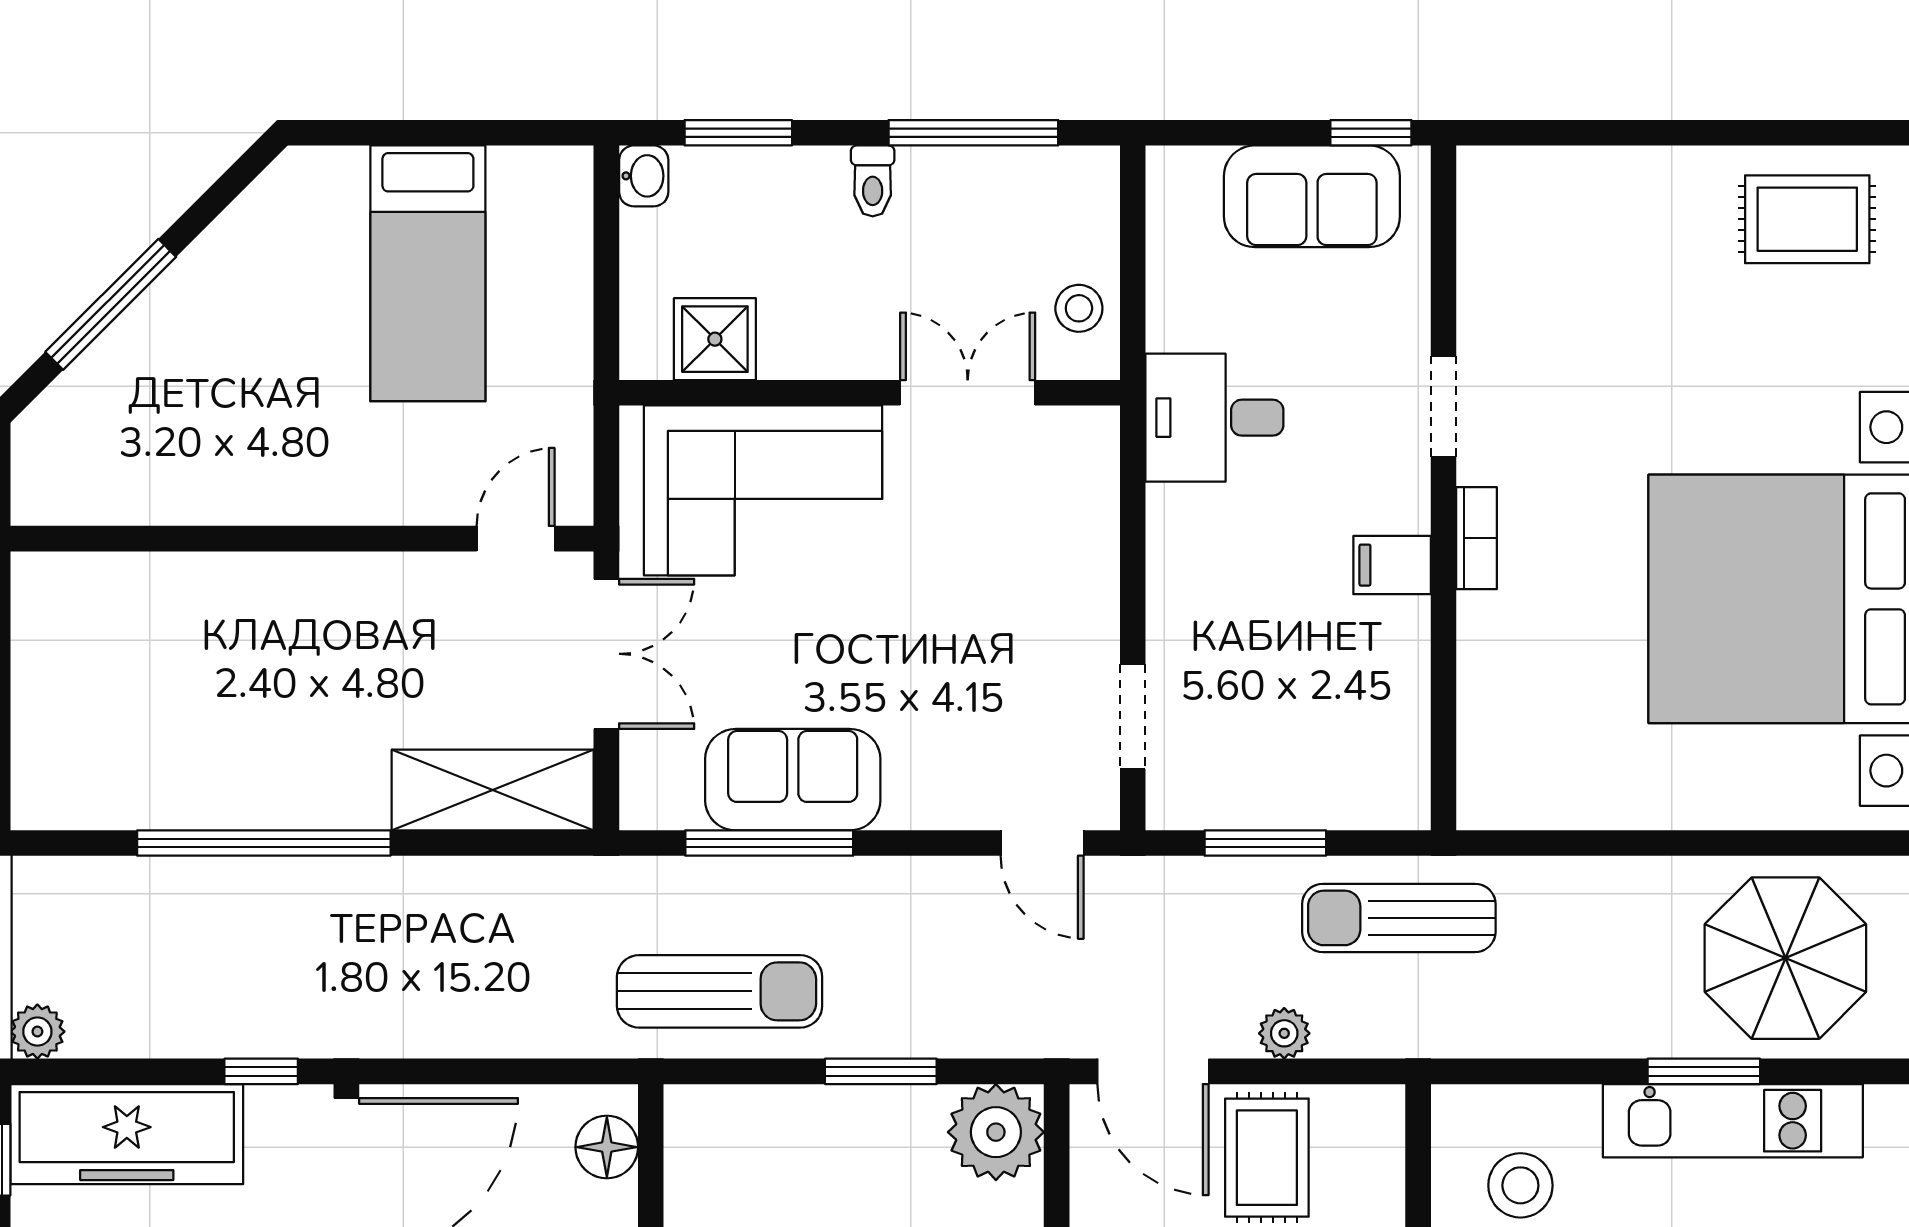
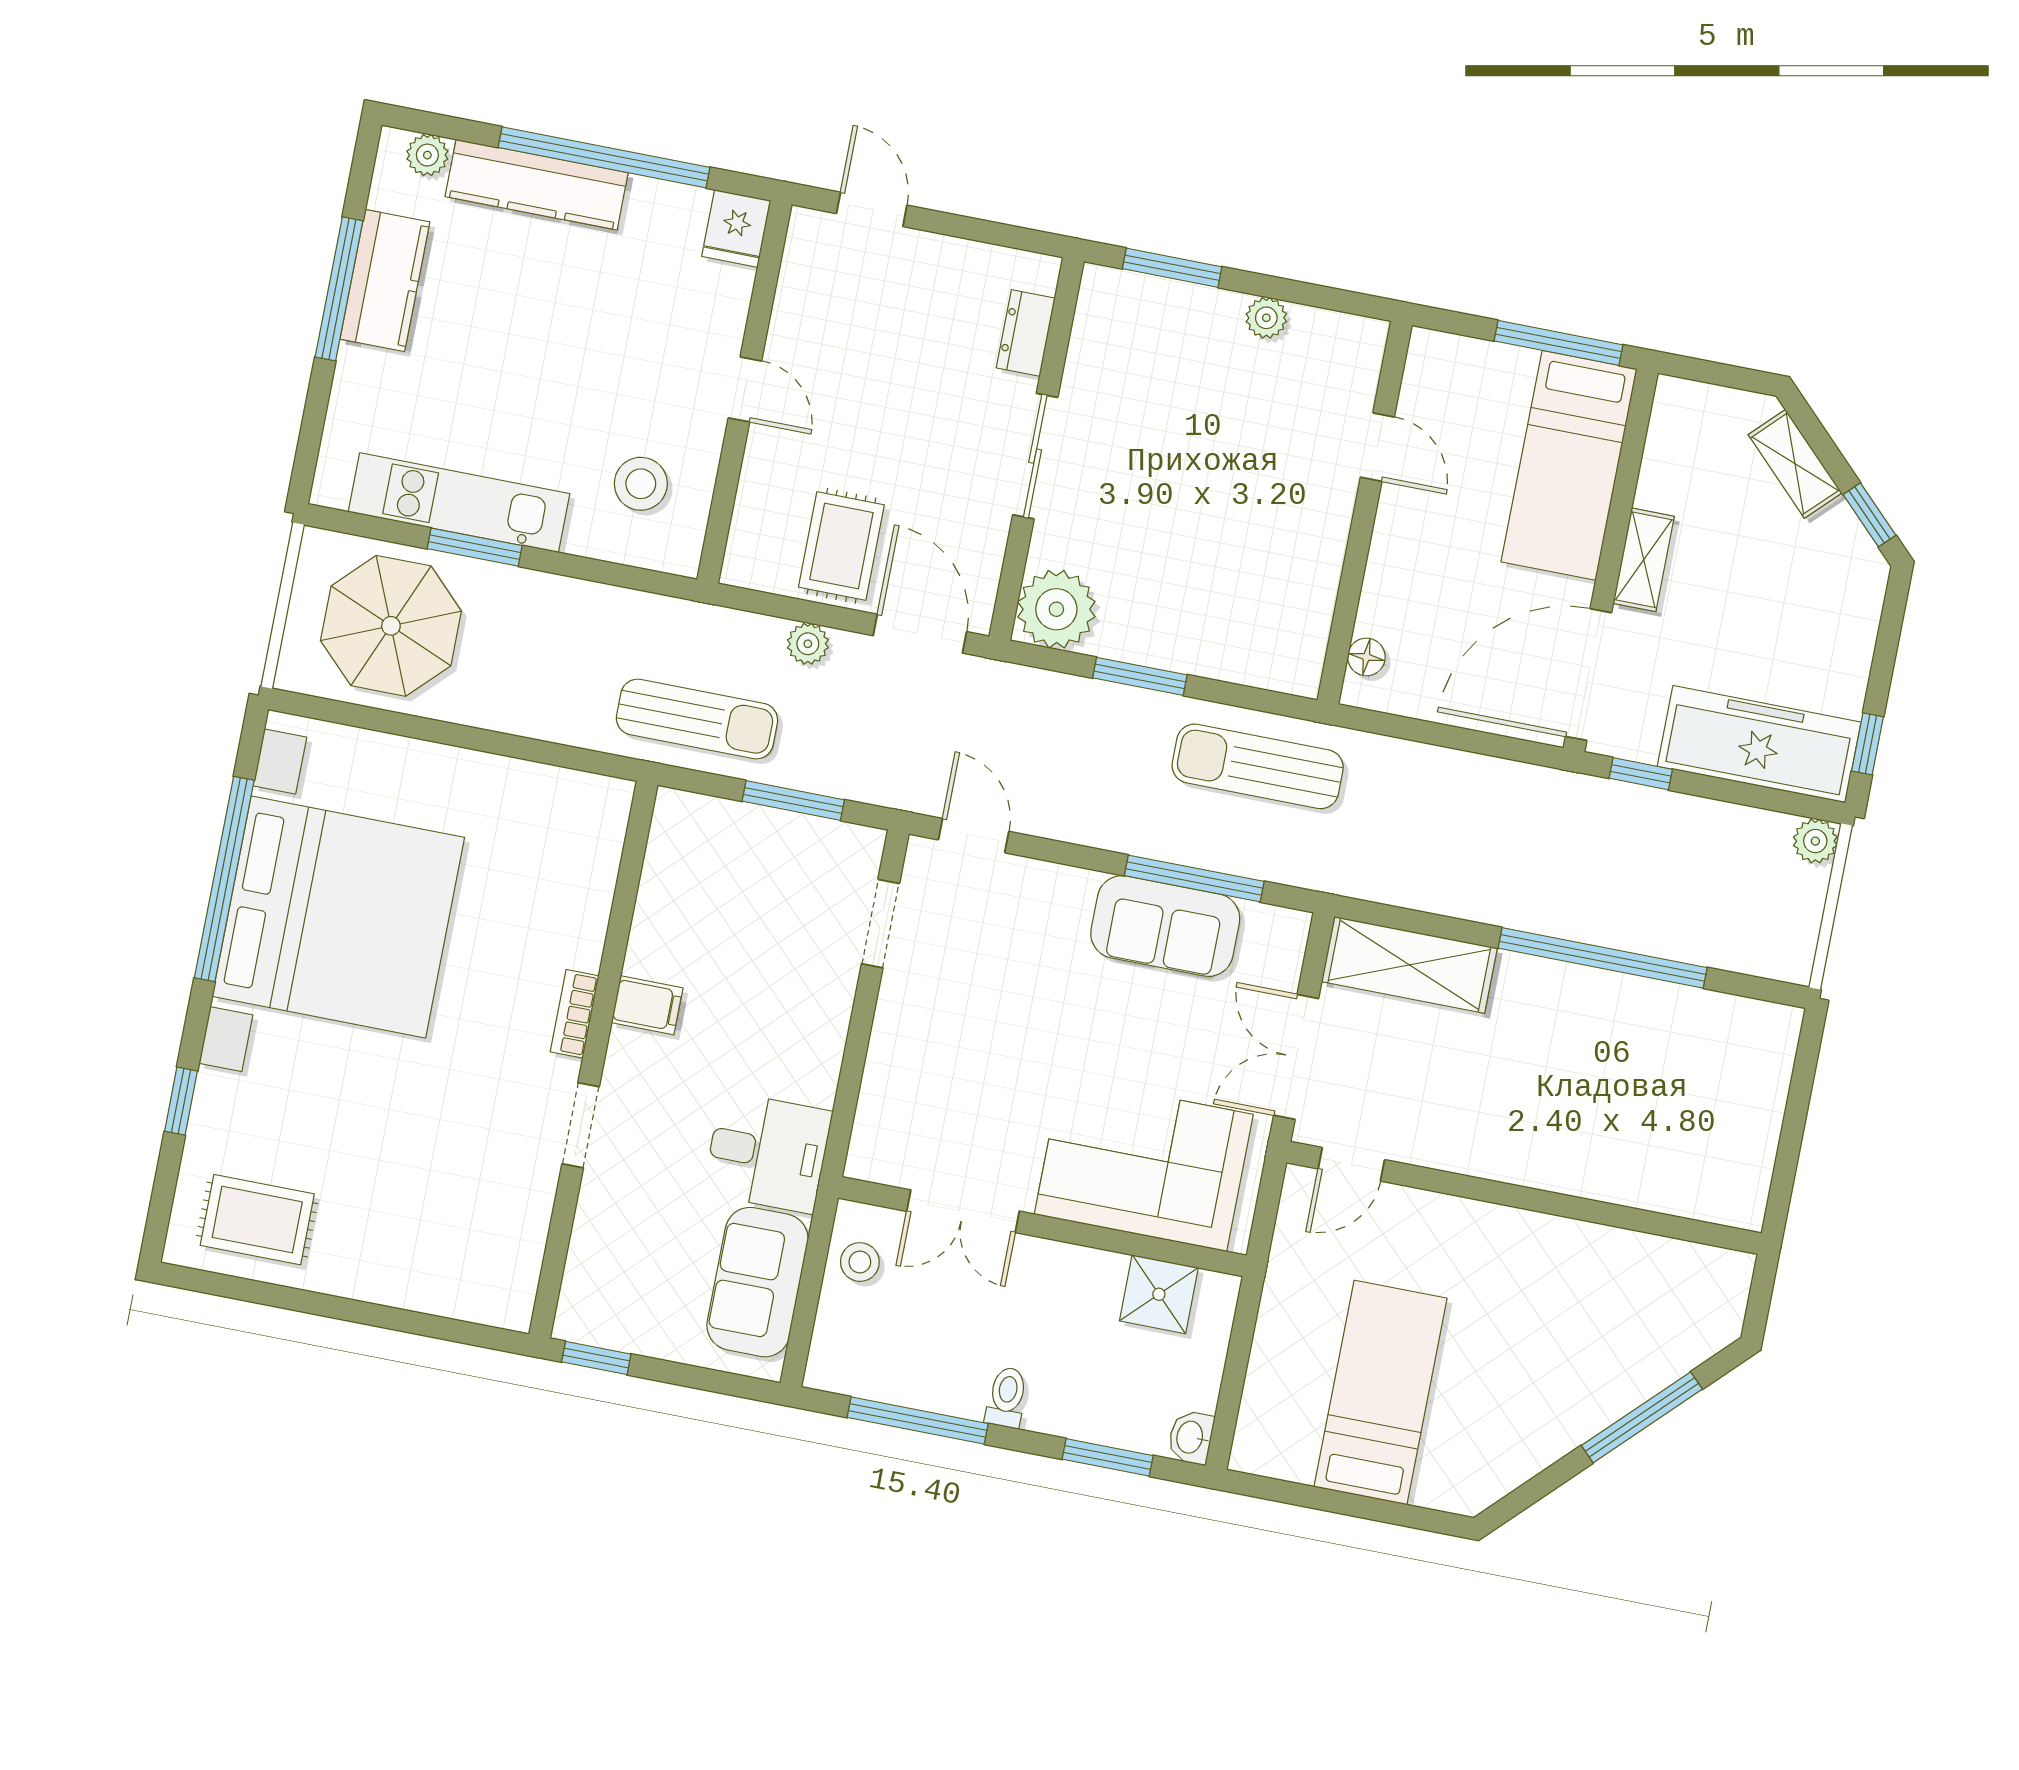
sofa: (1312, 196) -> (758, 1282), moved, turned -90
floor lamp: (607, 1147) -> (1366, 657), width x0.73, depth x0.73

